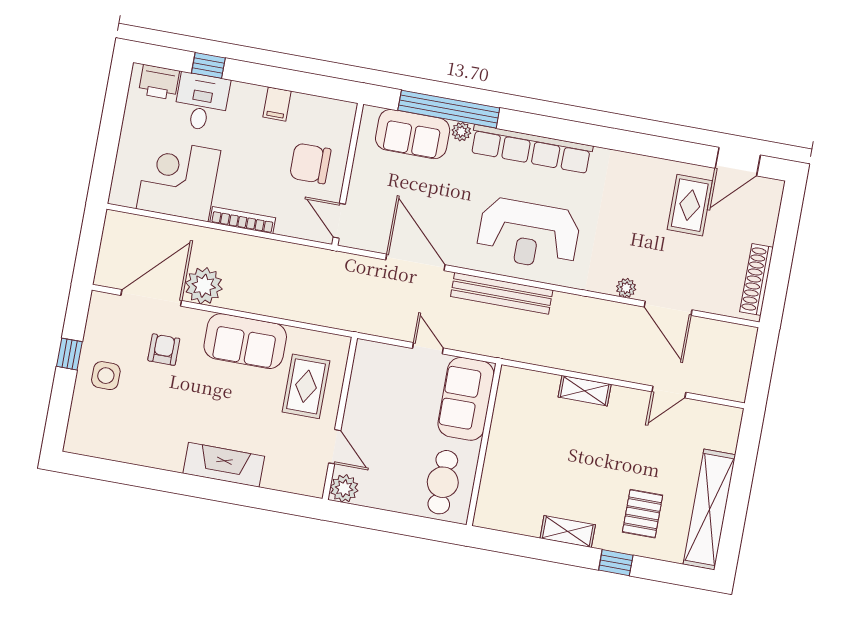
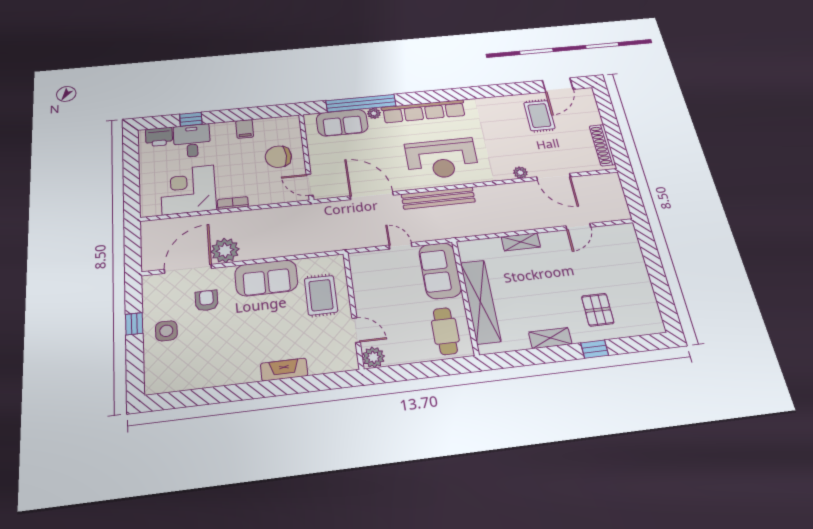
bookcase: (243, 220) -> (233, 203), width x0.64
fireplace: (224, 465) -> (284, 370), width x0.73, depth x0.76
shelving: (709, 509) -> (480, 302), moved

